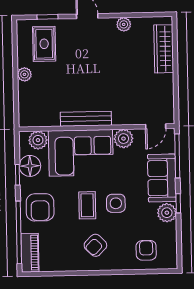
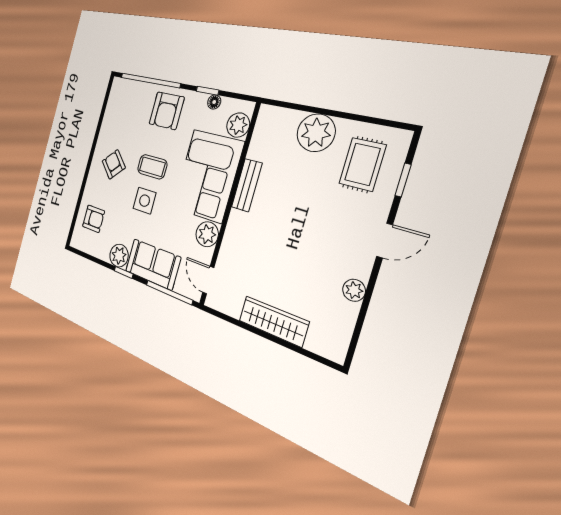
rug: (44, 44) -> (362, 164), turned 90
wardrobe: (164, 49) -> (273, 321), moved
plant: (24, 74) -> (316, 133), width x1.87, depth x1.87
bench: (86, 119) -> (247, 185), width x0.73
floor lamp: (30, 166) -> (214, 102), width x0.53, depth x0.53
armchair: (40, 207) -> (167, 111), turned -90
piano: (30, 253) -> (128, 89), removed

